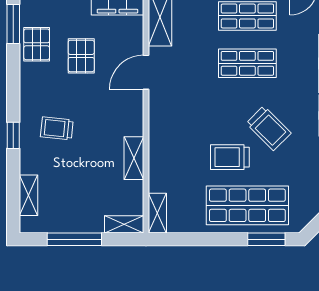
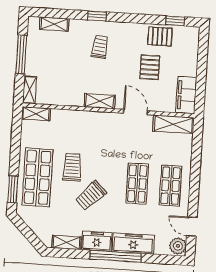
window: (13, 24) -> (175, 21), width x0.67
pallet: (81, 56) -> (150, 67), turned 90
shelving: (134, 158) -> (100, 101), moved

